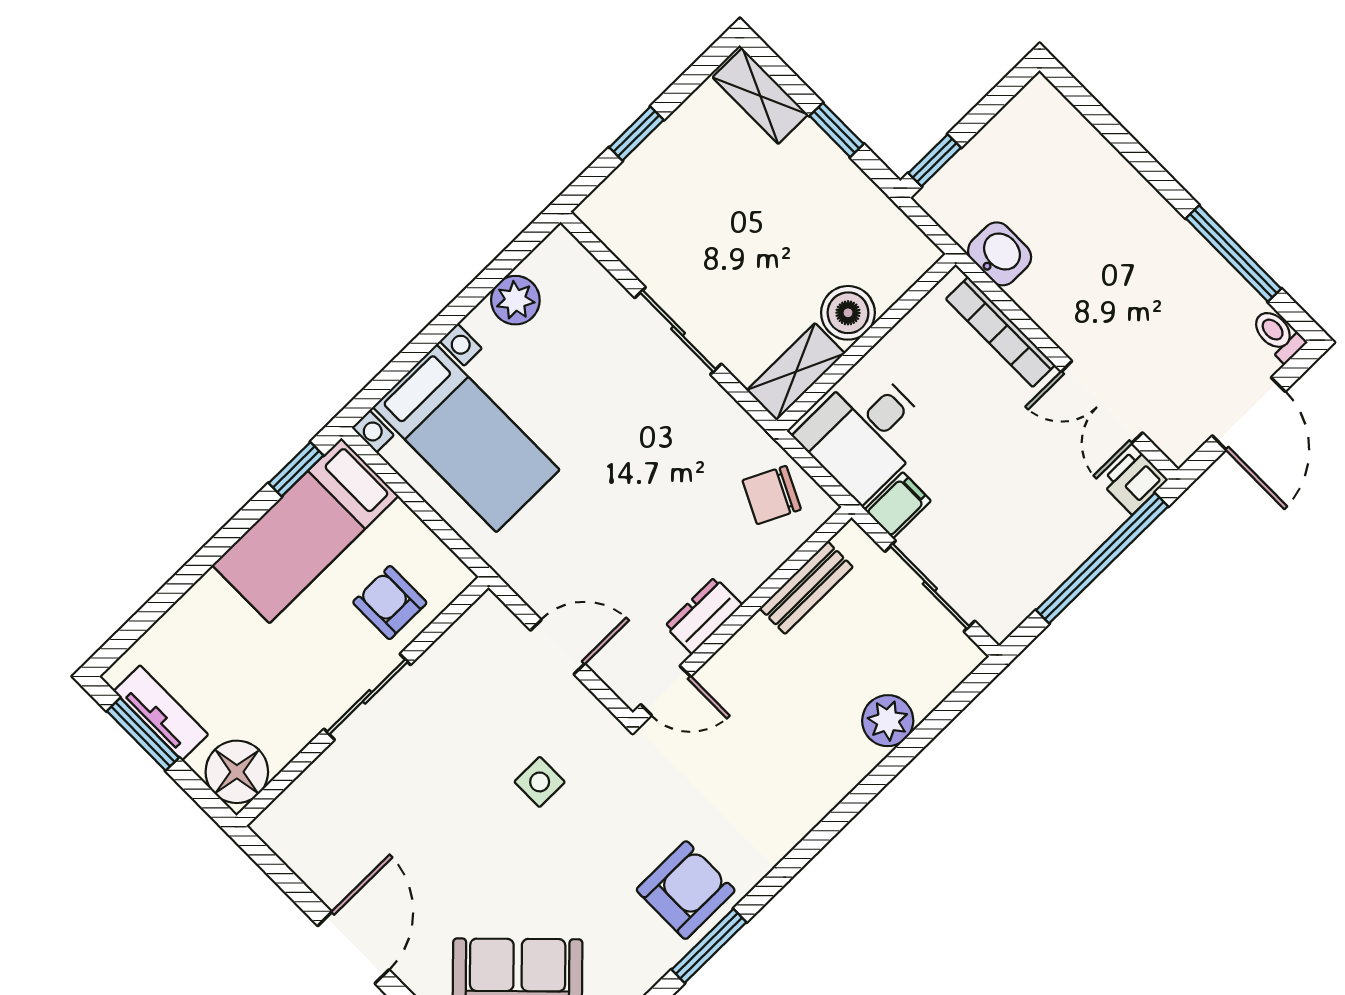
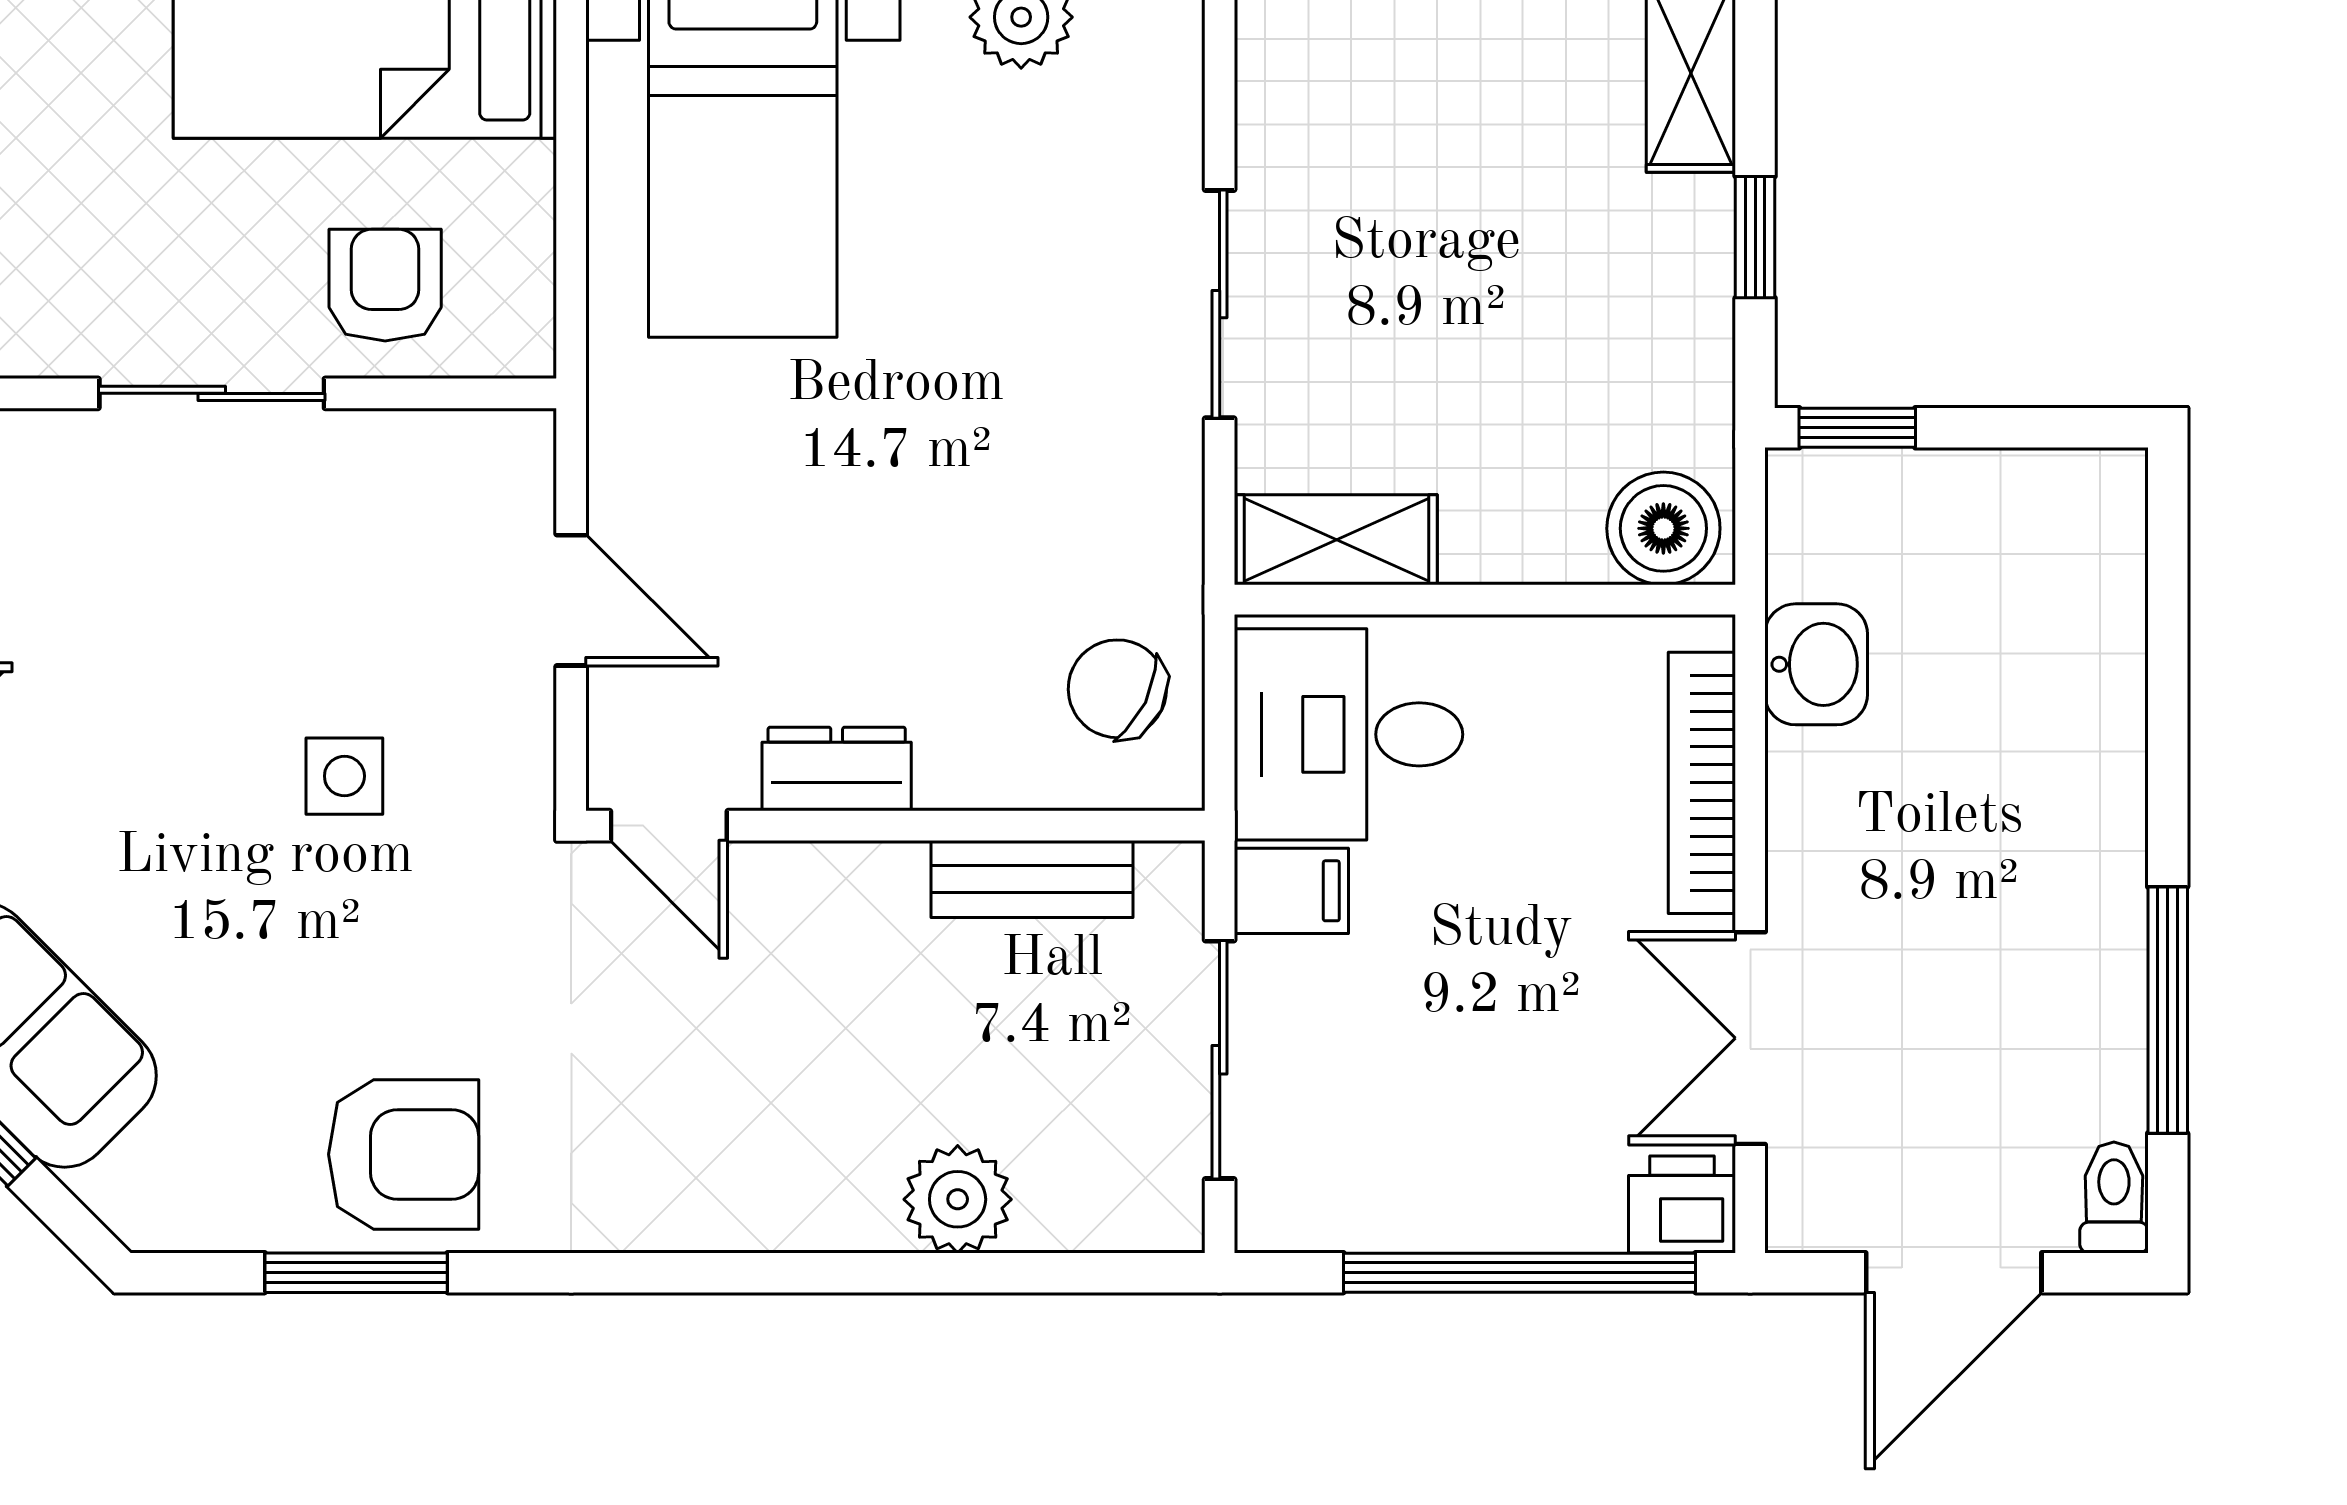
boiler: (848, 313) -> (1663, 528), moved

